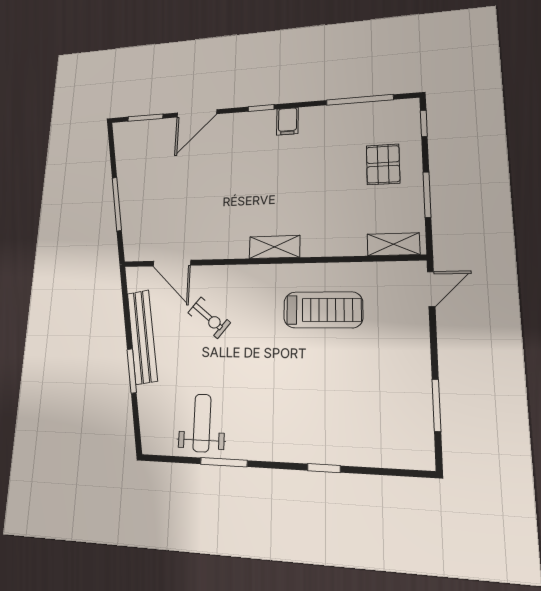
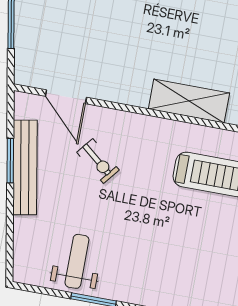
shelving: (274, 247) -> (189, 101), width x1.50, depth x1.33
window: (132, 371) -> (10, 161), moved

